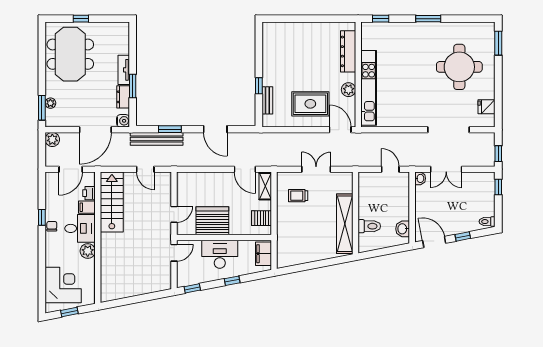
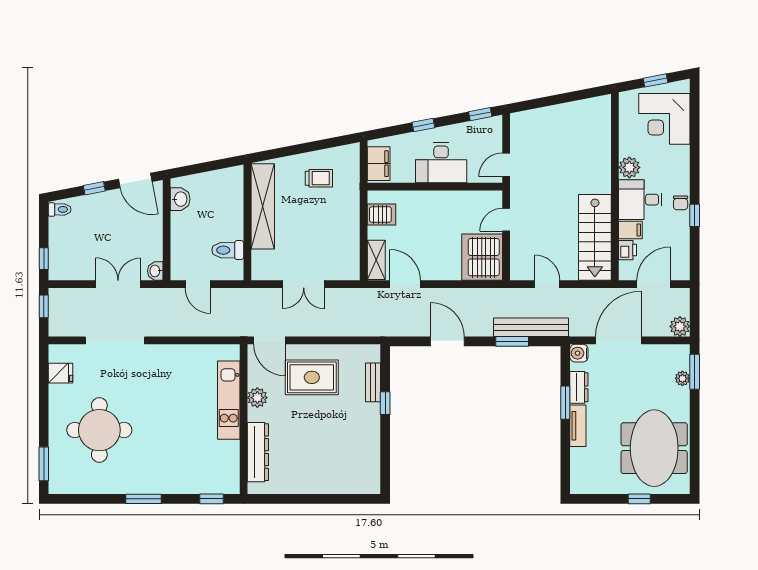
kitchen unit: (369, 88) -> (229, 400), width x0.73
trolley: (298, 196) -> (319, 178), moved
server rack: (212, 221) -> (482, 257), moved, turned 90
toilet: (369, 226) -> (228, 250), moved

